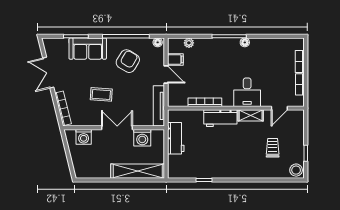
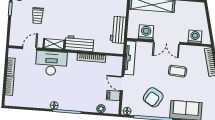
desk: (247, 92) -> (51, 63), width x1.37

